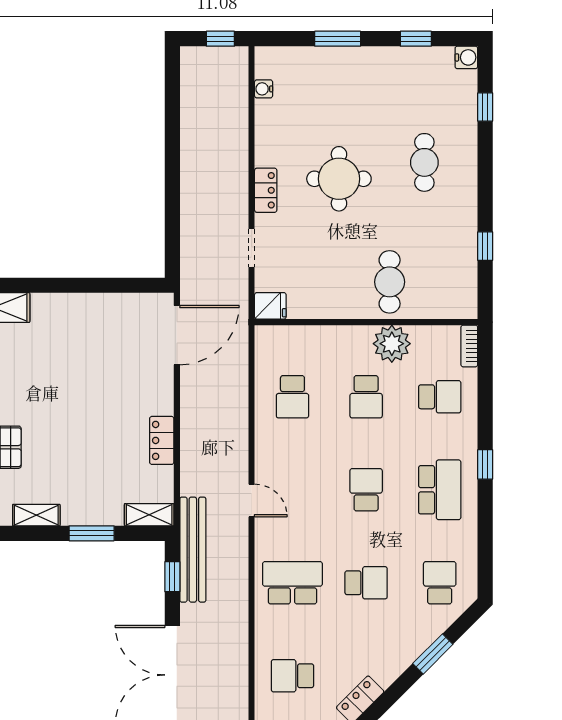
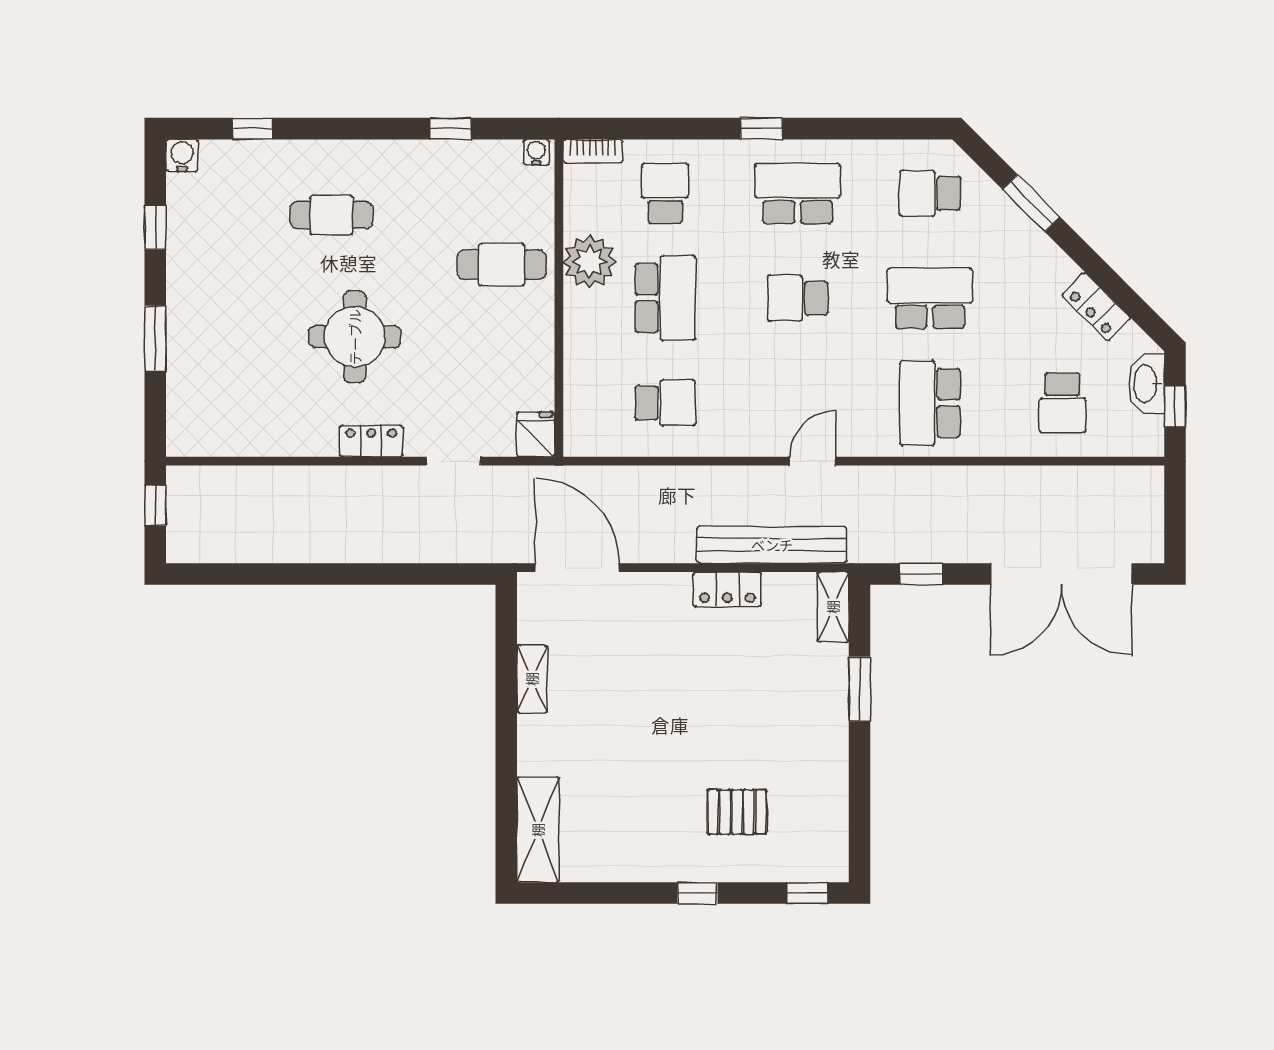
water cooler: (264, 89) -> (536, 152), moved, turned 180
school desk: (366, 397) -> (665, 298), width x1.85
shelving: (36, 515) -> (532, 679), moved
bench: (193, 550) -> (772, 545), moved
school desk: (366, 583) -> (930, 298), width x1.85

